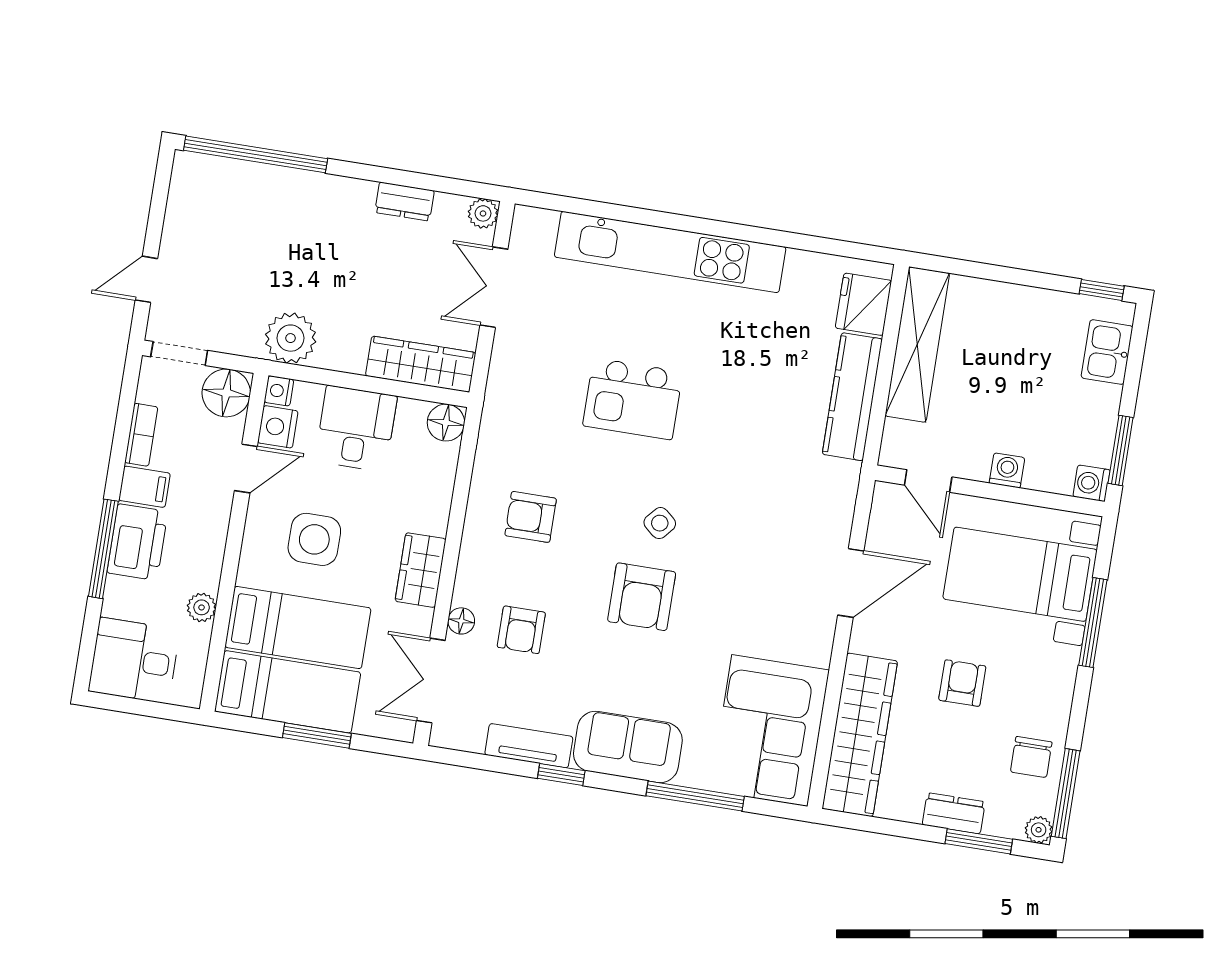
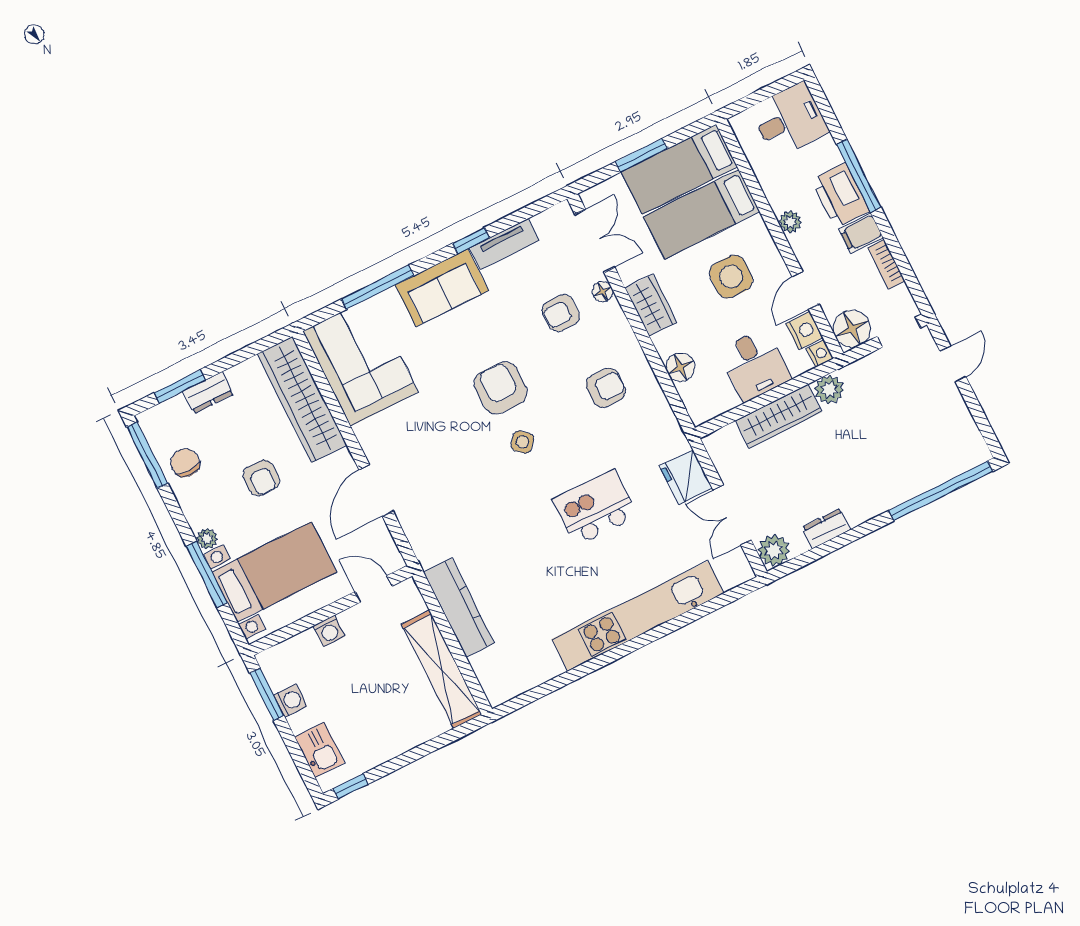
plant: (483, 213) -> (774, 550), width x1.38, depth x1.38
double door: (494, 287) -> (732, 515), swing flipped
fridge: (863, 304) -> (686, 477), moved, turned 180
plant: (291, 338) -> (829, 389), width x0.73, depth x0.73
wardrobe: (421, 364) -> (779, 416), moved
floor lamp: (446, 423) -> (680, 367), moved
washing machine: (1091, 483) -> (290, 701), moved
plant: (202, 607) -> (790, 222), moved
armchair: (521, 630) -> (561, 313), turned -90
plant: (1039, 830) -> (207, 539), moved

